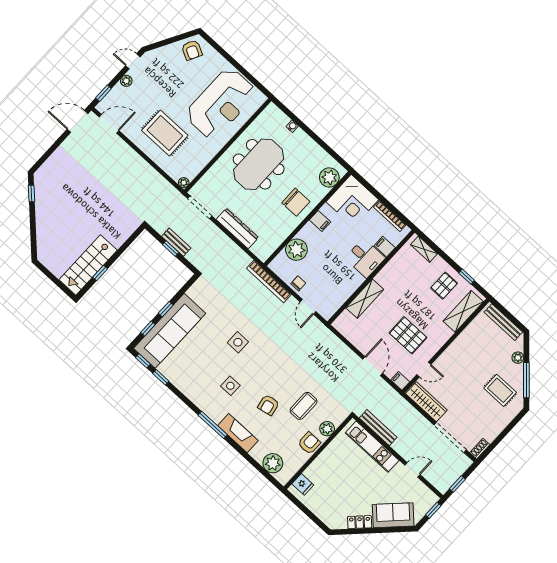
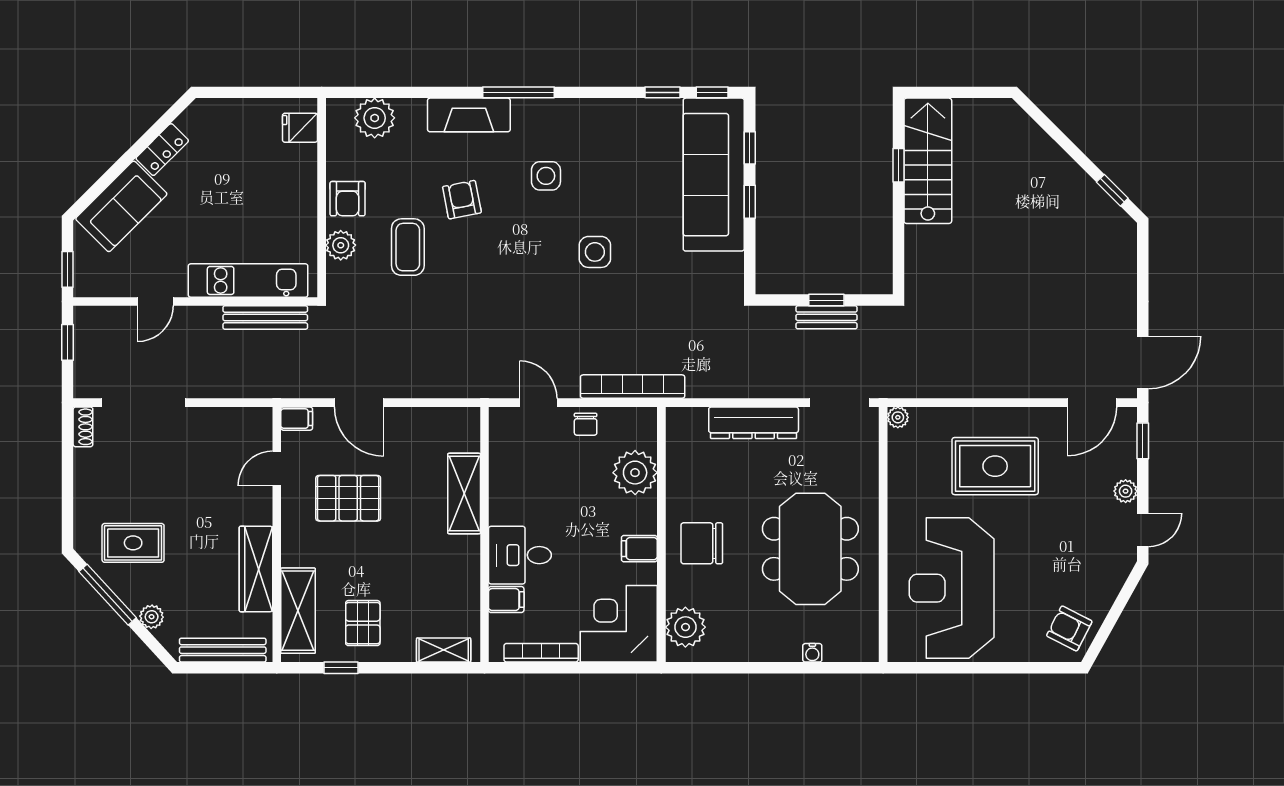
wardrobe: (426, 402) -> (256, 569), moved, turned 90

